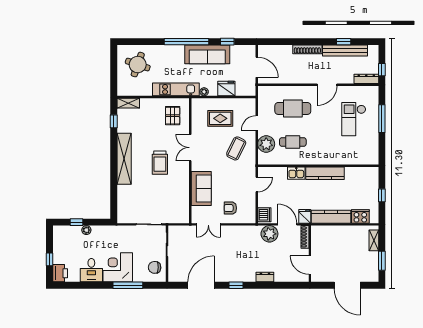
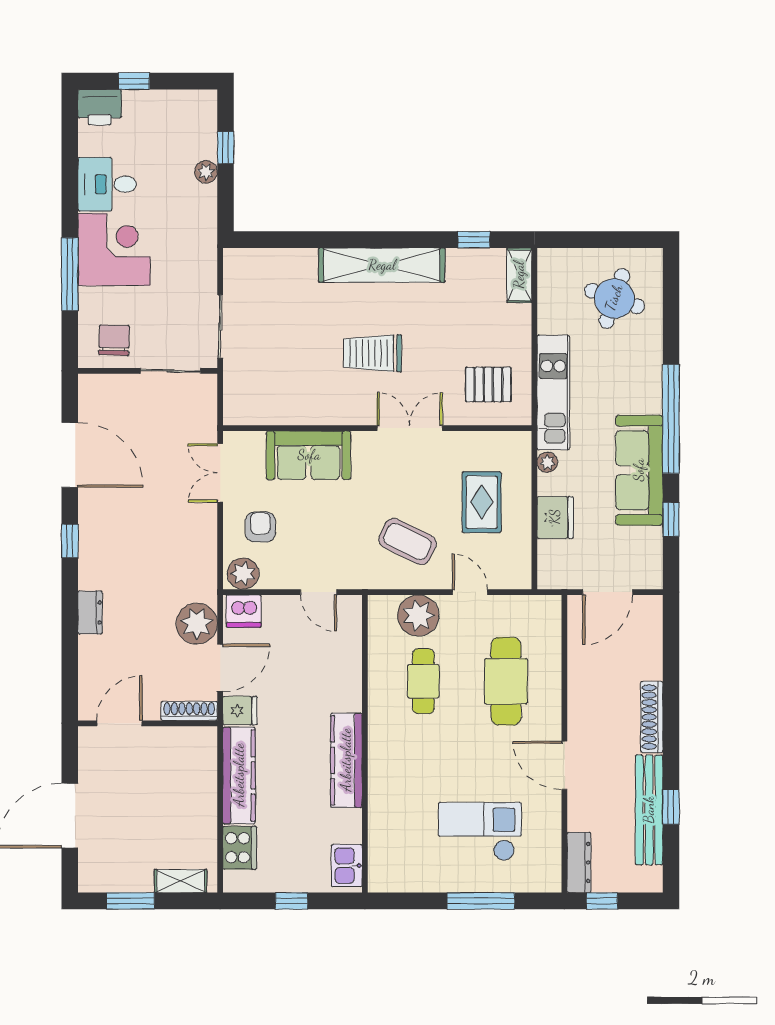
kitchen sink: (296, 173) -> (347, 866), moved
plant: (249, 215) -> (243, 574), added

